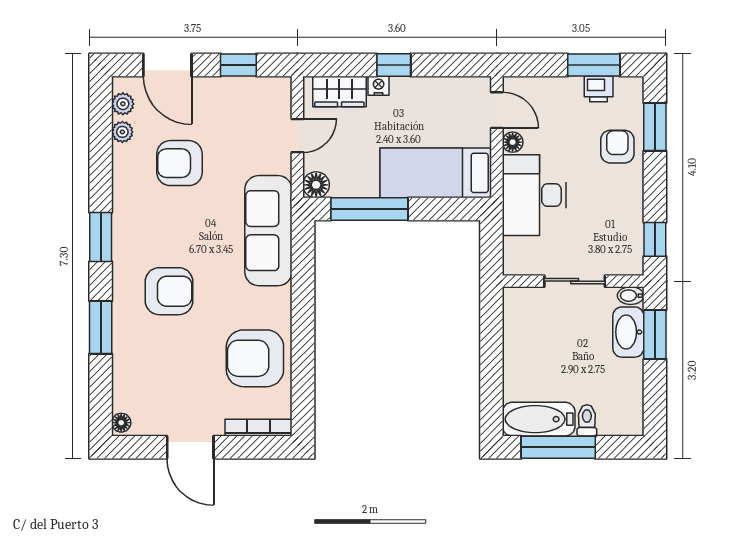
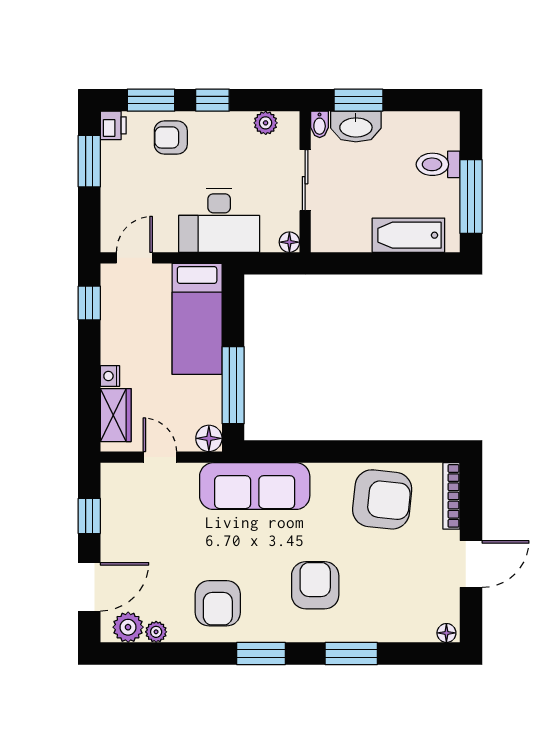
window: (394, 65) -> (89, 303), moved
printer: (599, 89) -> (113, 125), moved
plant: (123, 104) -> (128, 627), width x1.38, depth x1.38
floor lamp: (513, 142) -> (289, 242), moved
armchair: (179, 163) -> (218, 603), moved
window: (655, 239) -> (212, 100), moved
plant: (632, 242) -> (266, 123), added
armchair: (255, 358) -> (382, 499), turned -84
bathtub: (539, 419) -> (408, 235), moved, turned 90
toilet: (587, 420) -> (438, 164), width x1.37, depth x1.39

